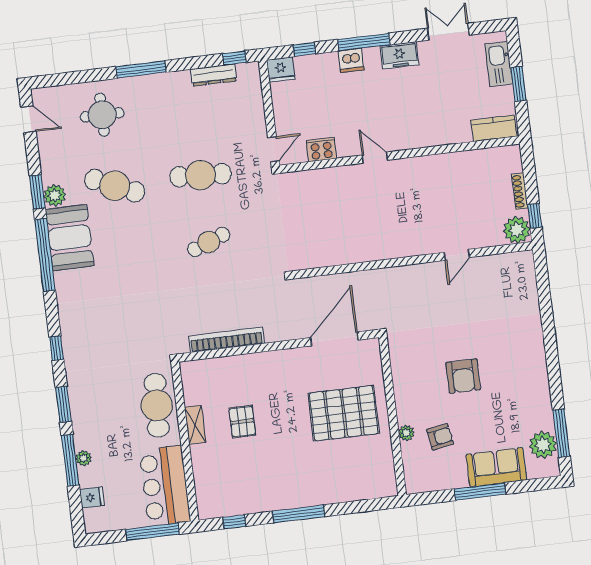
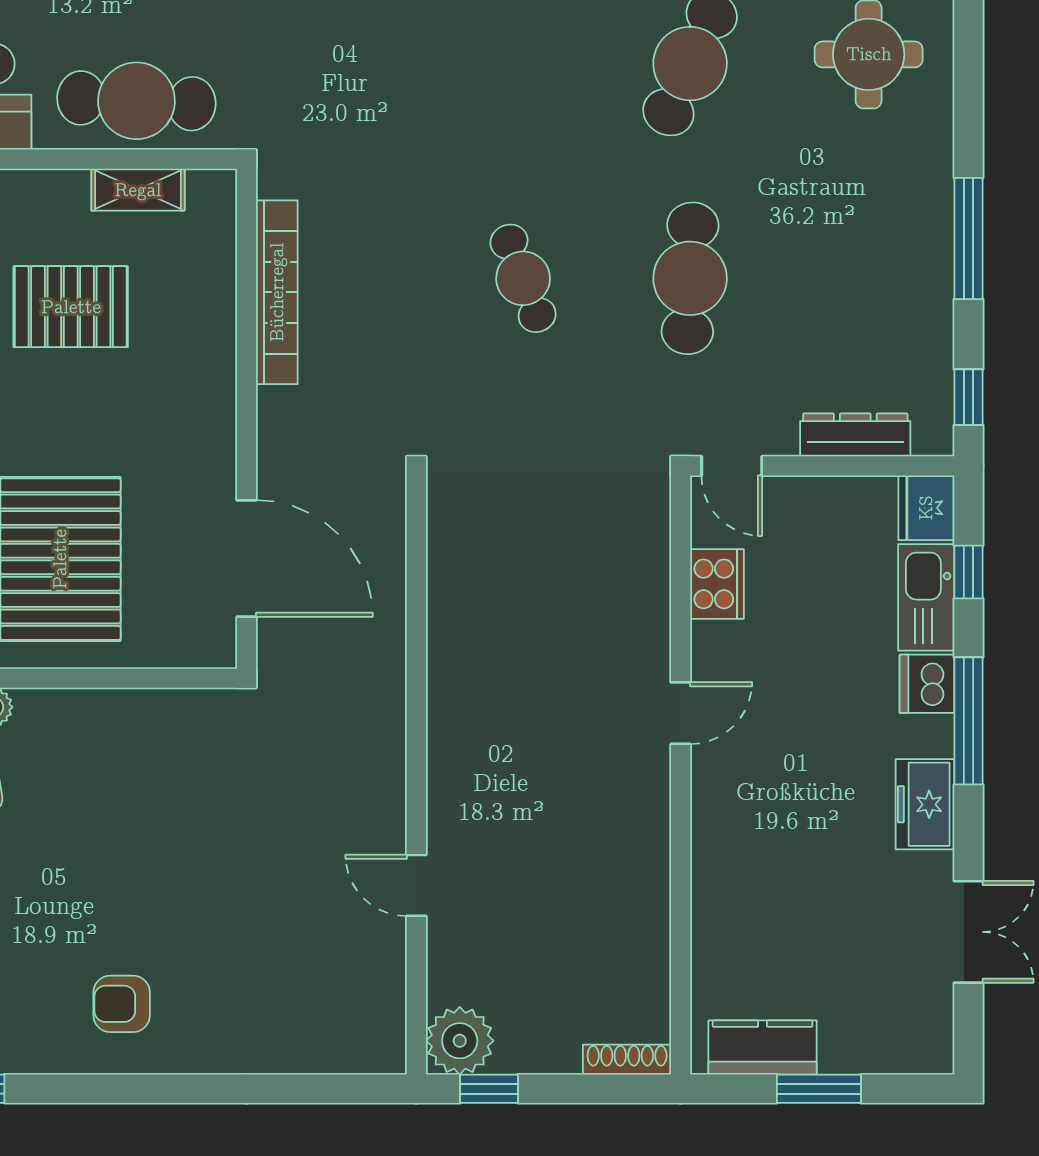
kitchen sink: (499, 64) -> (926, 597), moved, turned -90
window: (141, 69) -> (968, 239), moved
dresser: (214, 75) -> (855, 435), moved, turned 90
kitchen counter: (494, 128) -> (763, 1048), moved, turned -90
shoe rack: (520, 191) -> (627, 1060), moved
armchair: (463, 376) -> (122, 1004), moved, width x0.72, depth x0.72
pallet: (242, 422) -> (71, 307), width x1.50, depth x1.42
shelving: (195, 425) -> (138, 190), moved

